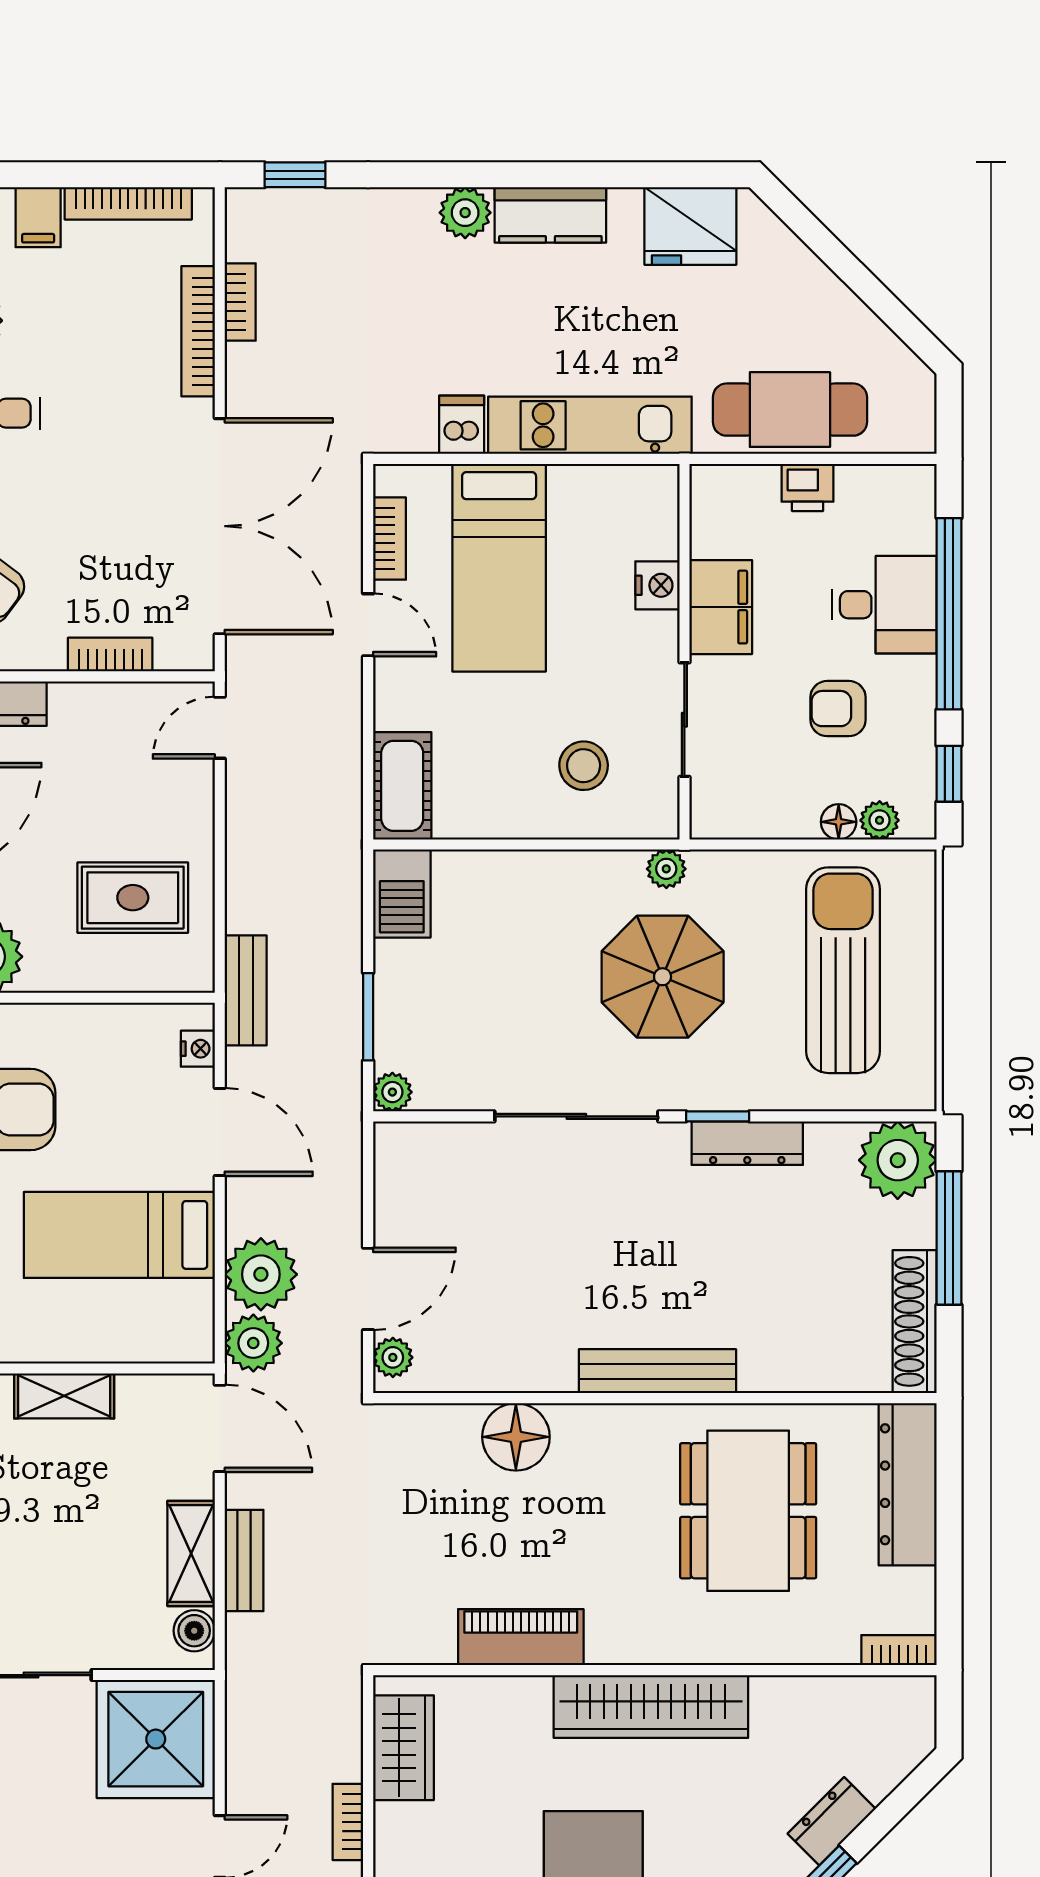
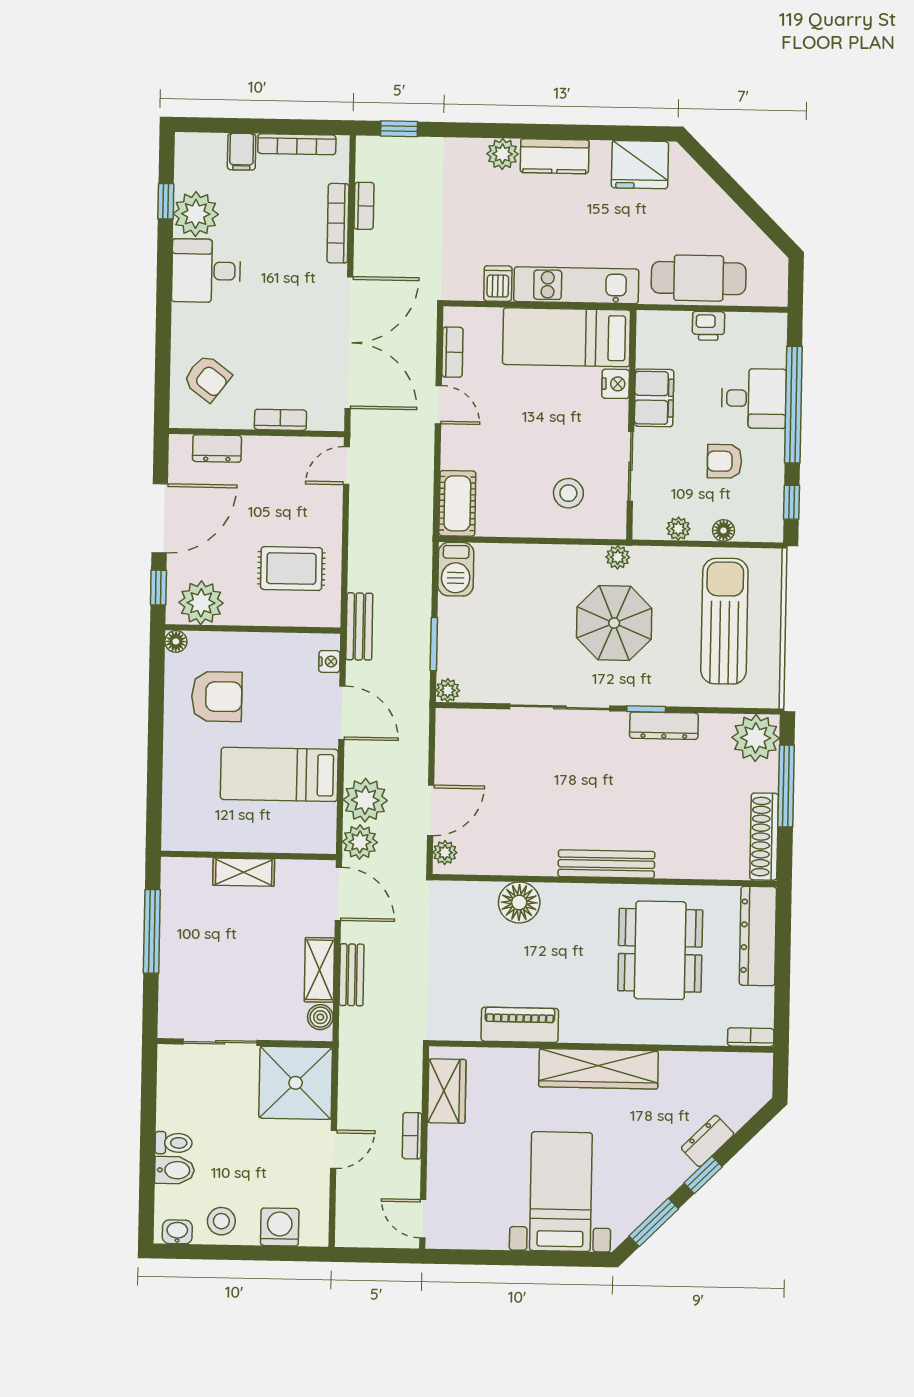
bed: (499, 568) -> (567, 337), moved, turned 90
plant: (880, 820) -> (678, 529), moved

